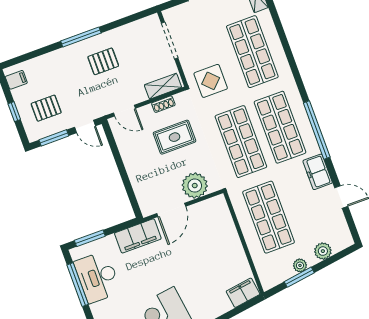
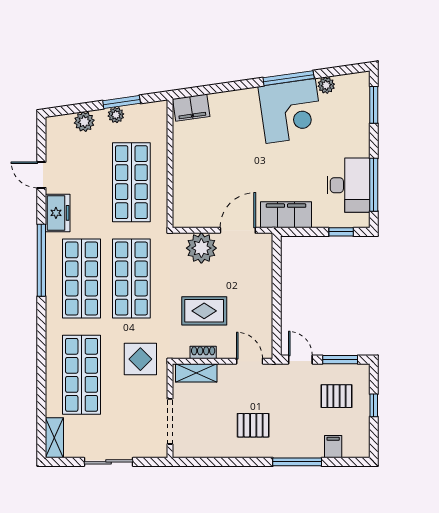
window: (81, 37) -> (297, 462), moved
filing cabinet: (16, 80) -> (333, 447), moved, turned 90
window: (90, 238) -> (341, 232), width x0.67

